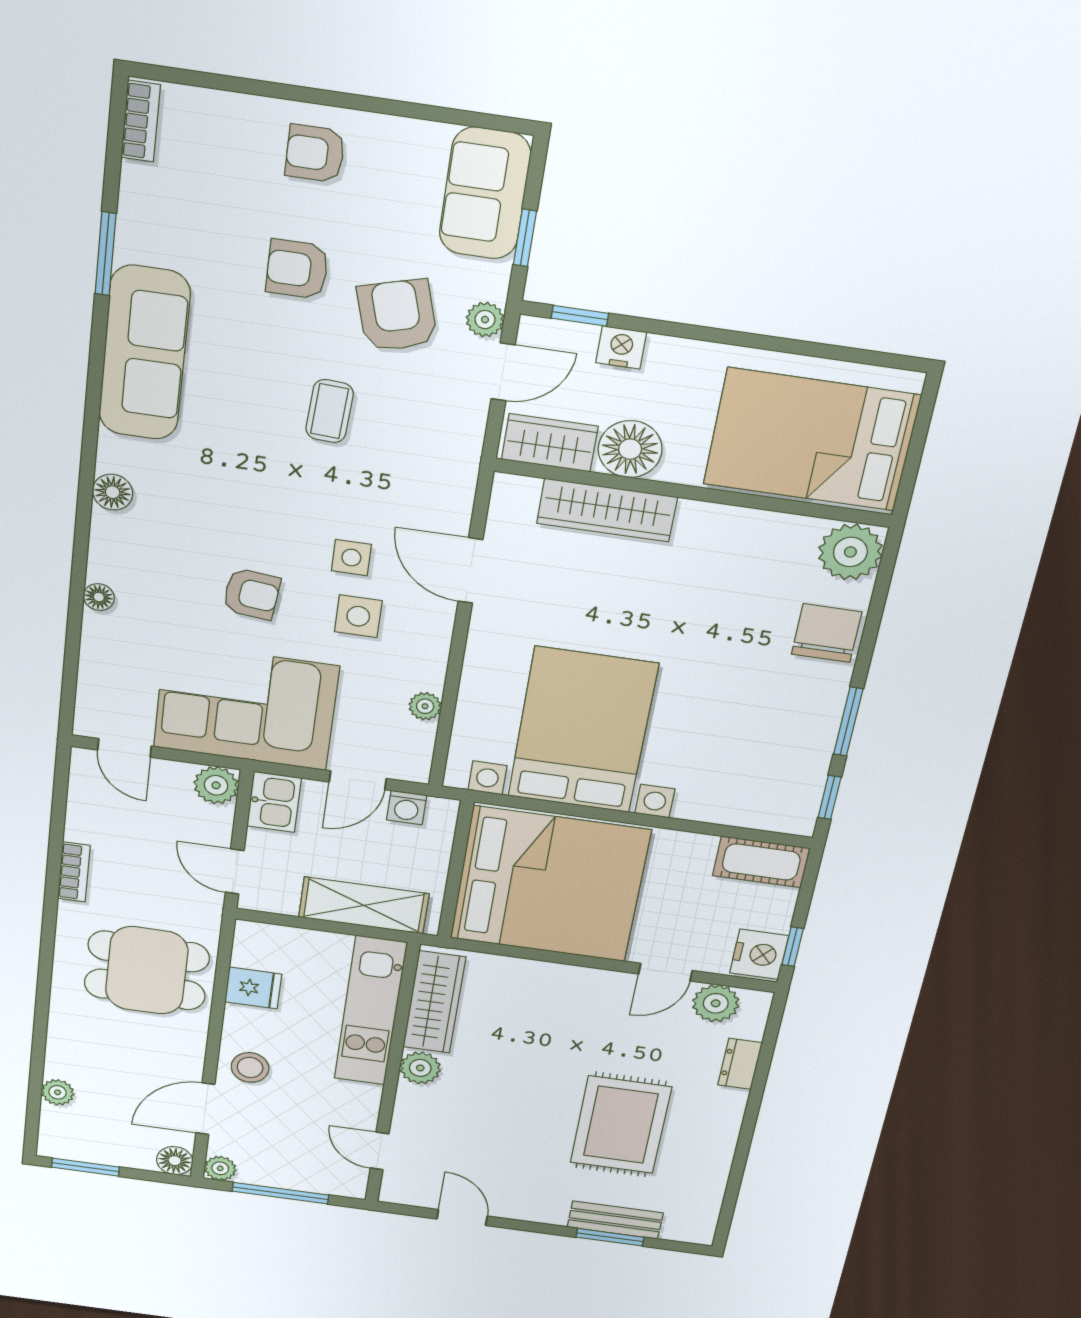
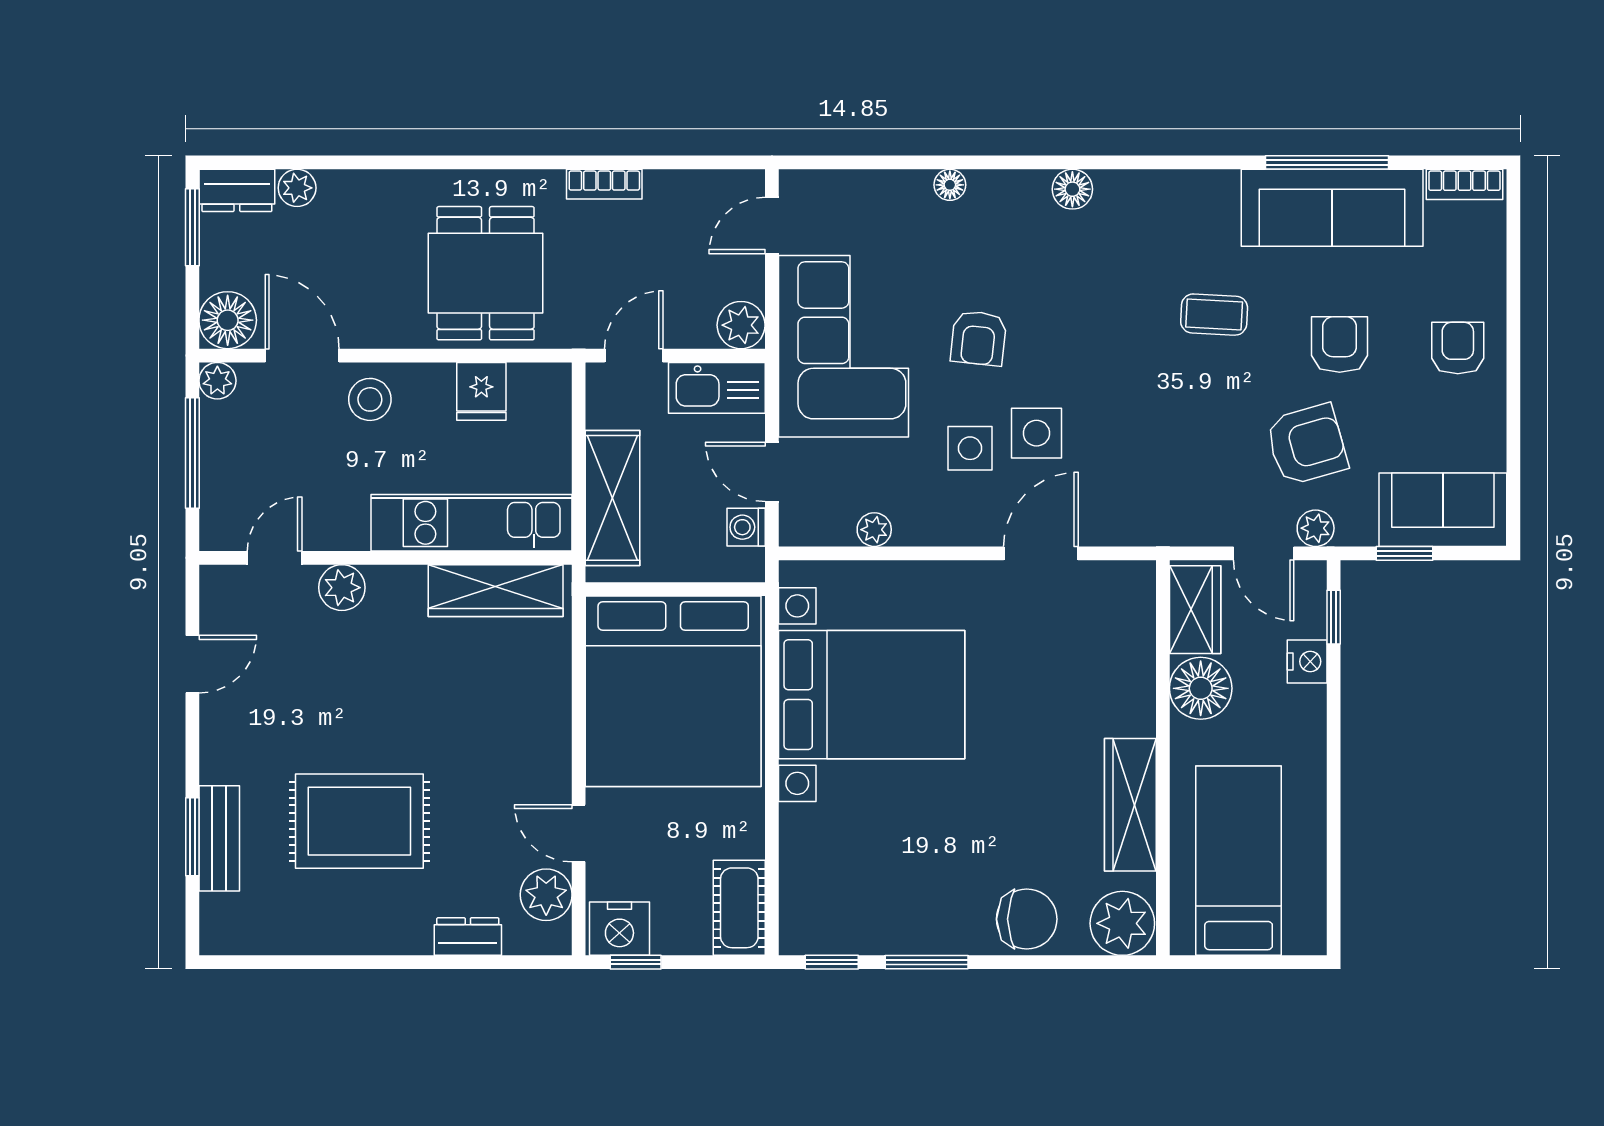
window: (106, 254) -> (1327, 162), width x1.44
sofa: (144, 353) -> (1332, 208), moved
coffee table: (330, 411) -> (1214, 315), moved
bed: (812, 440) -> (1239, 861), width x0.67
wardrobe: (607, 510) -> (1130, 805), moved
side table: (351, 558) -> (1036, 433), width x1.37, depth x1.37
kitchen sink: (274, 802) -> (717, 388), width x1.38
plant: (420, 1068) -> (342, 588), moved
dresser: (56, 1133) -> (237, 190), added
floor lamp: (175, 1161) -> (228, 320), width x1.38, depth x1.38

